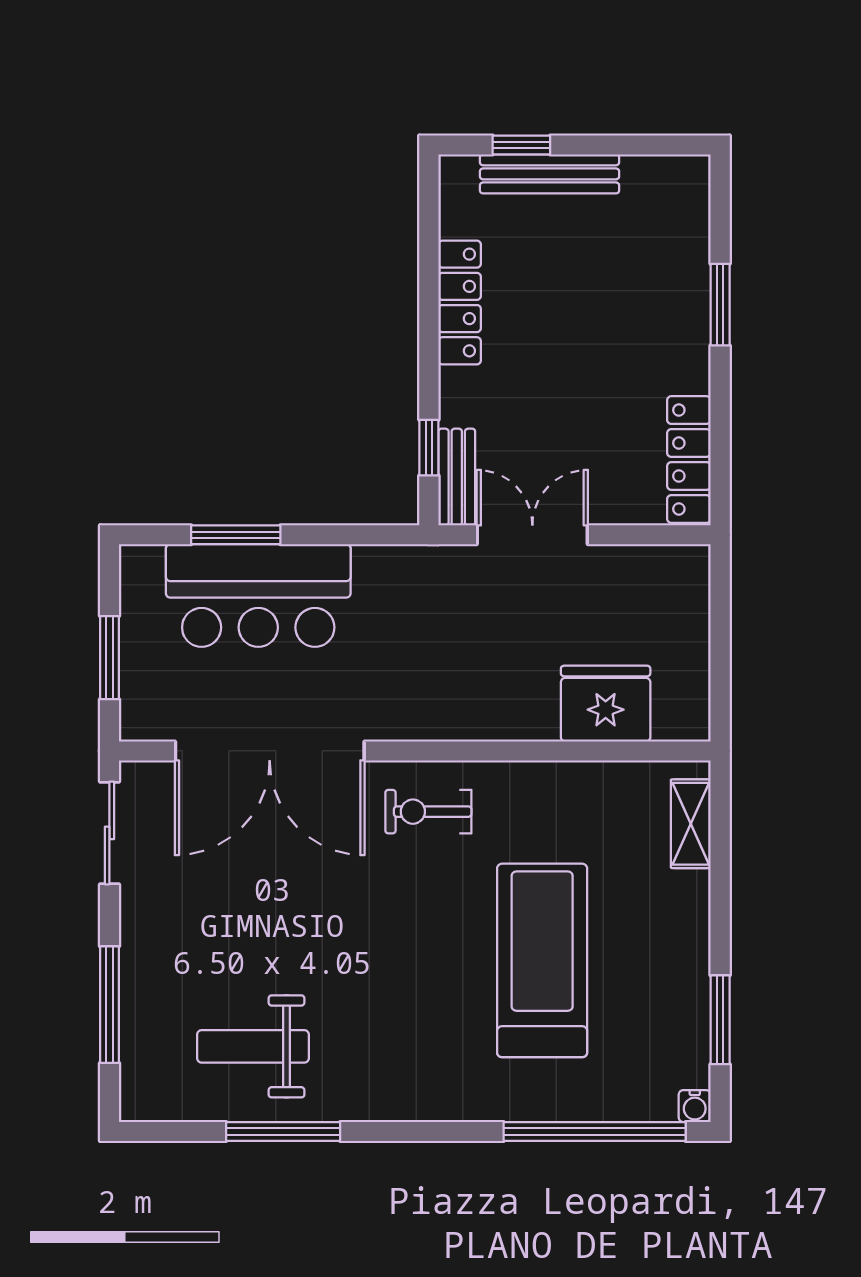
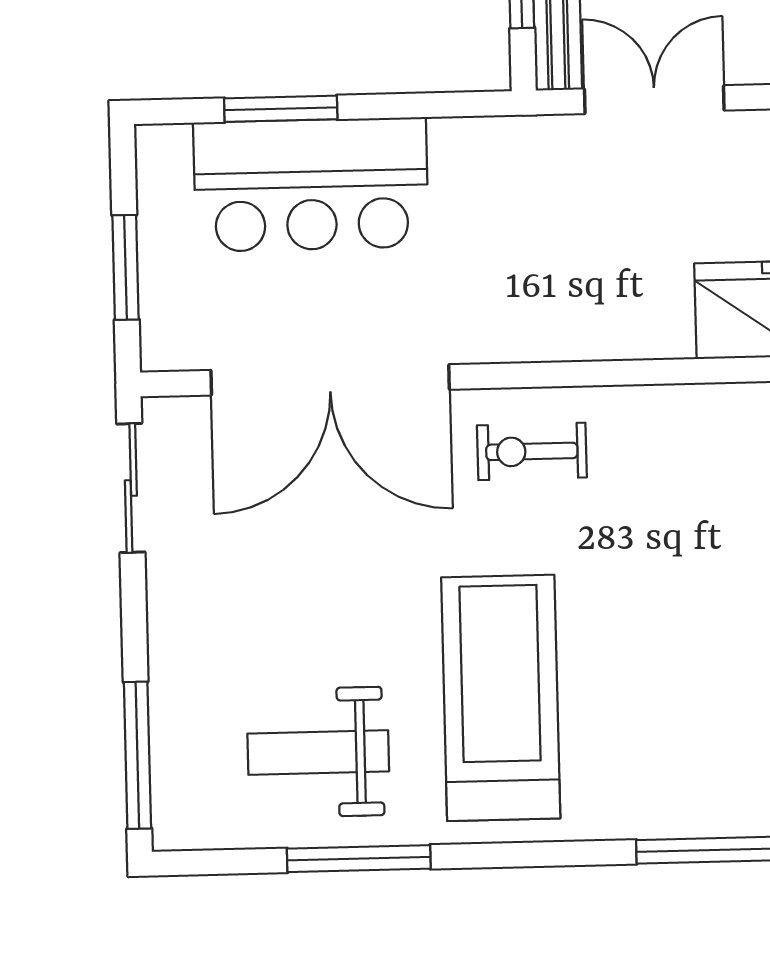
treadmill: (542, 960) -> (501, 698), moved
window: (109, 1005) -> (137, 755), moved

